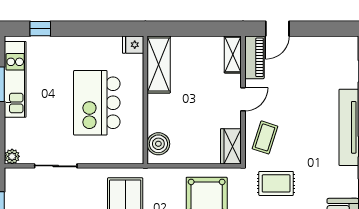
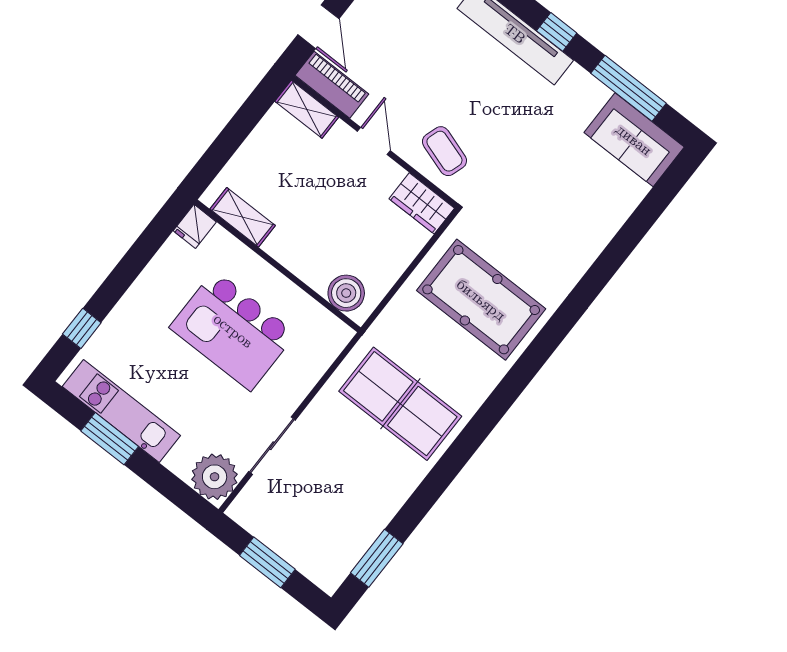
shelving: (159, 64) -> (243, 217), width x0.67, depth x0.75
plant: (12, 156) -> (215, 477), width x1.87, depth x1.87
rug: (276, 183) -> (514, 183), removed

